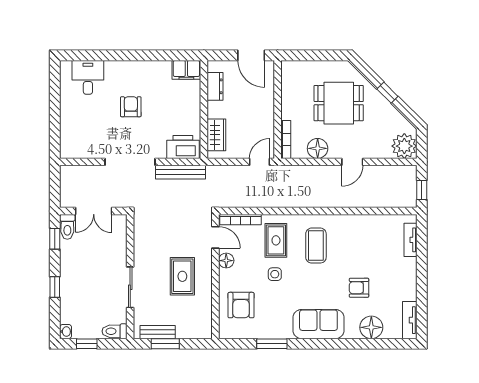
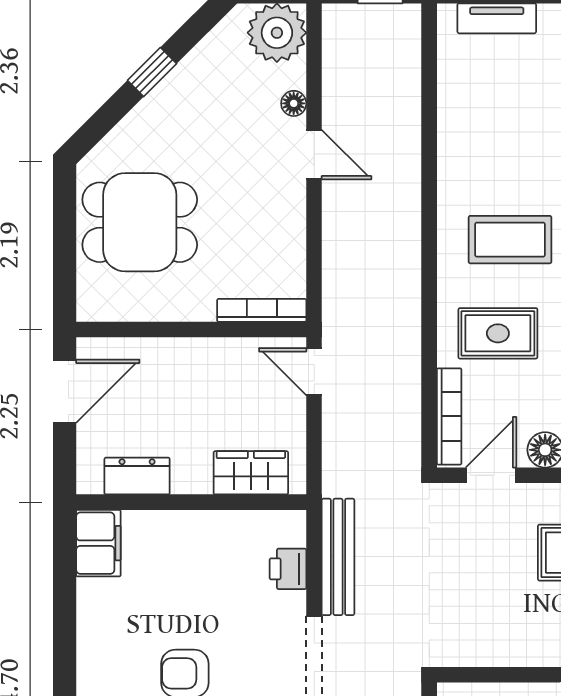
dining table: (339, 103) -> (140, 222), moved, turned 90
printer: (183, 147) -> (288, 569), width x0.53, depth x0.68
floor lamp: (318, 148) -> (294, 103), moved, width x0.53, depth x0.53

